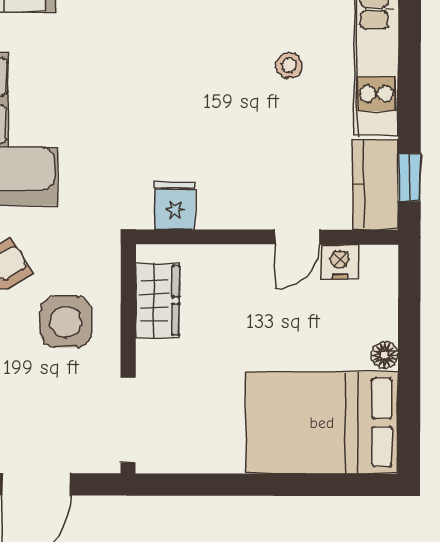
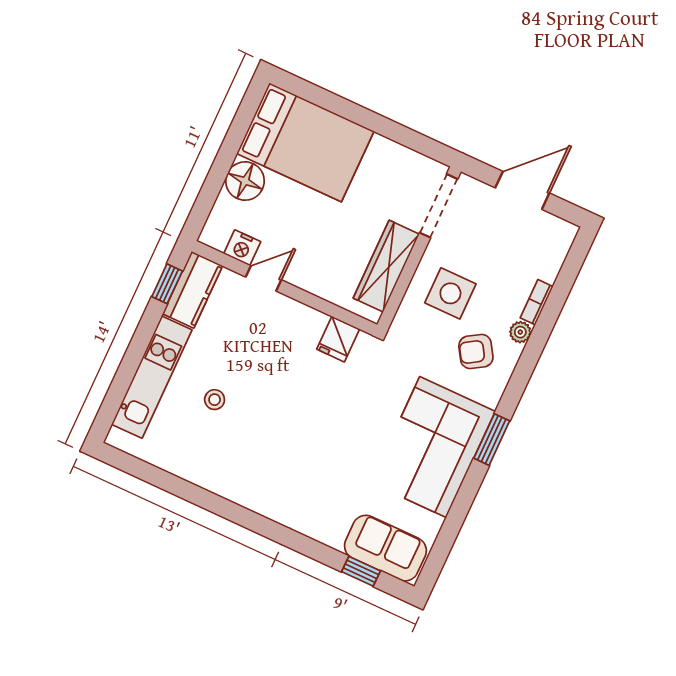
wardrobe: (157, 300) -> (386, 266), width x1.50
floor lamp: (385, 355) -> (245, 181), width x1.89, depth x1.89

